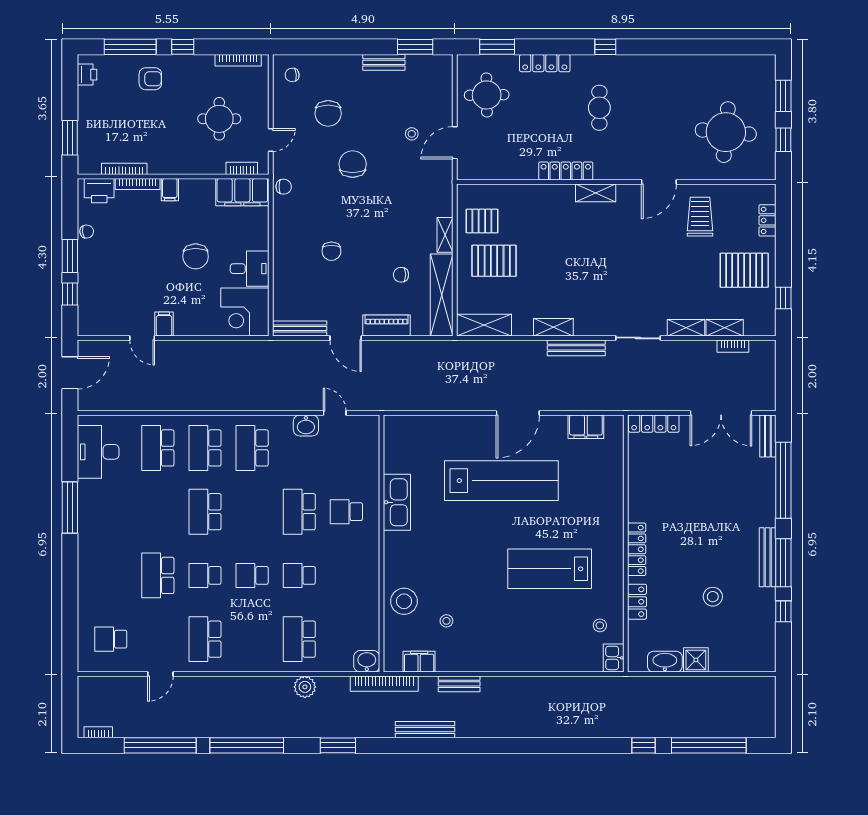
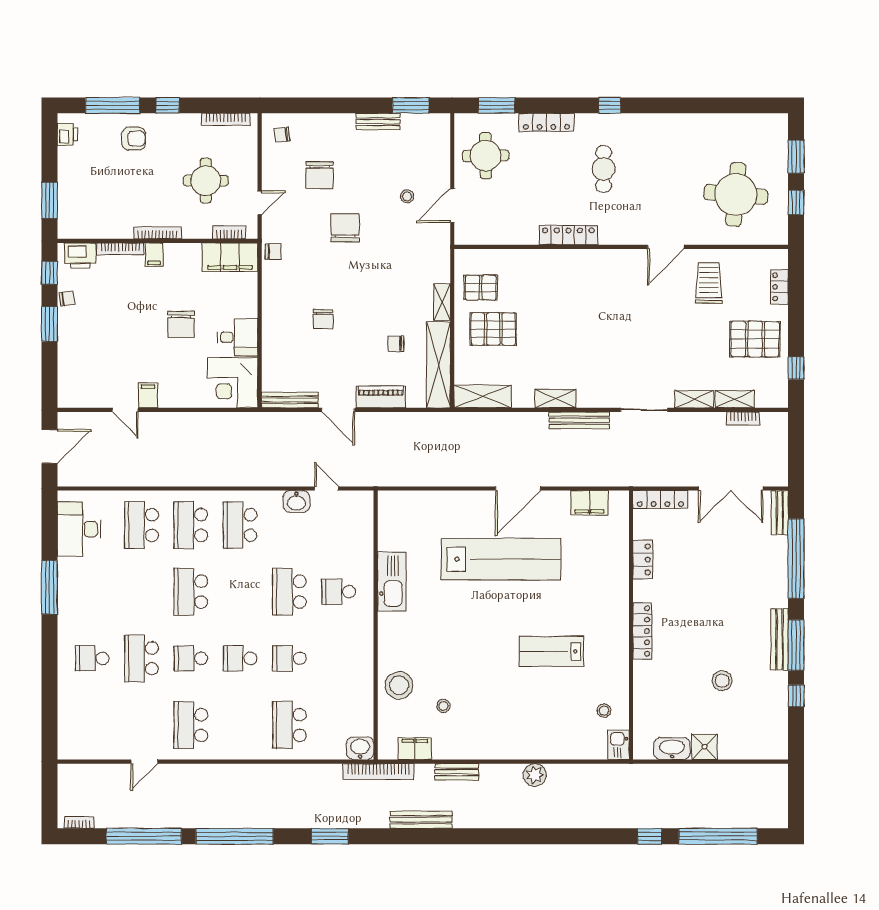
bookcase: (124, 169) -> (158, 233), moved
shelving: (596, 193) -> (600, 258), removed
window: (70, 294) -> (49, 273), moved
lab bench: (550, 569) -> (551, 651), width x0.73, depth x0.72
locker: (637, 602) -> (643, 559), moved
school desk: (111, 639) -> (92, 658), moved
plant: (305, 687) -> (535, 775), moved

